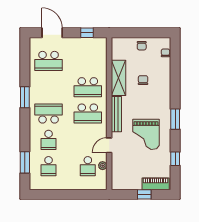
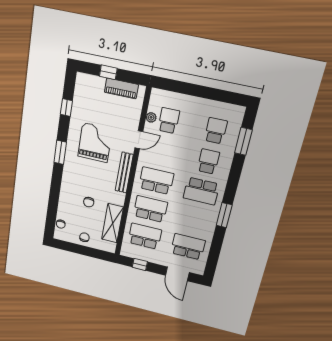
school desk: (88, 61) -> (145, 236), added
shelving: (118, 78) -> (113, 223), moved
piano: (156, 184) -> (121, 88), moved

